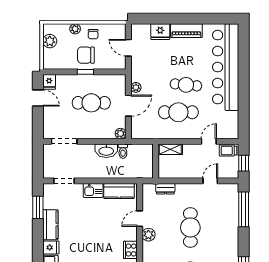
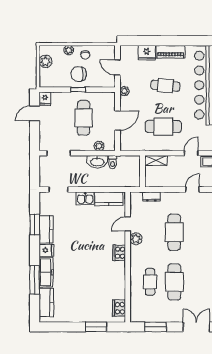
cafe table: (186, 85) -> (165, 86), moved
plant: (136, 87) -> (124, 91), moved
door: (38, 98) -> (35, 113), swing flipped
cafe table: (91, 103) -> (84, 118), turned 90
plant: (121, 134) -> (99, 146), moved
window: (38, 207) -> (35, 225), moved

